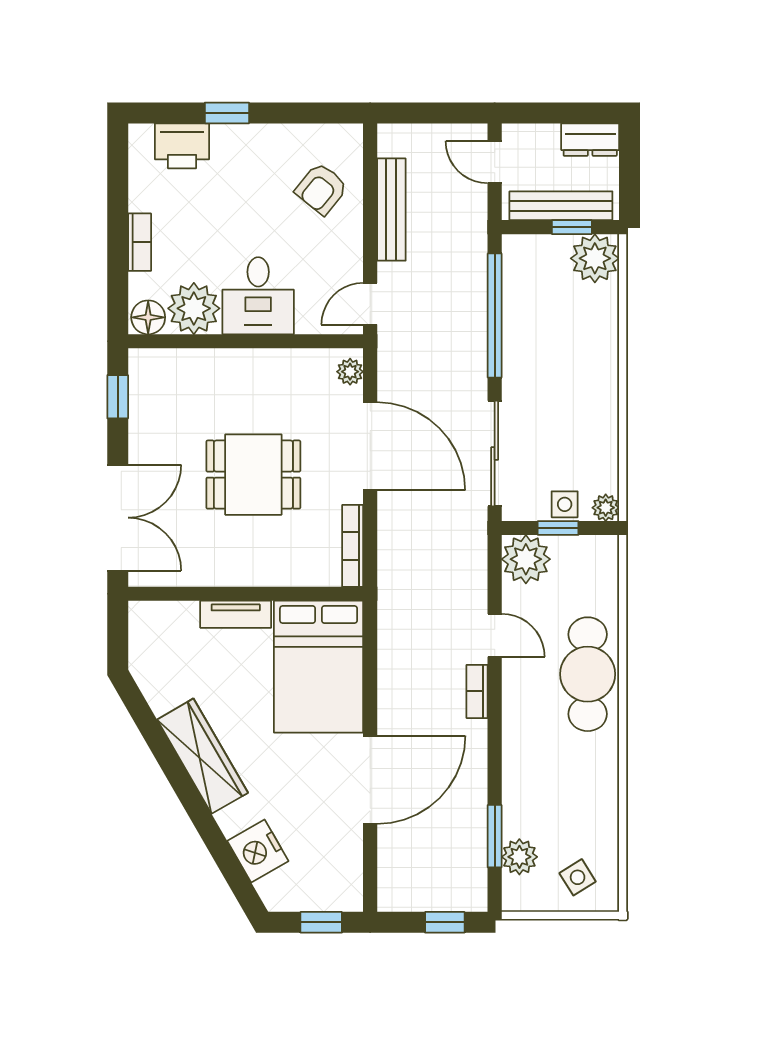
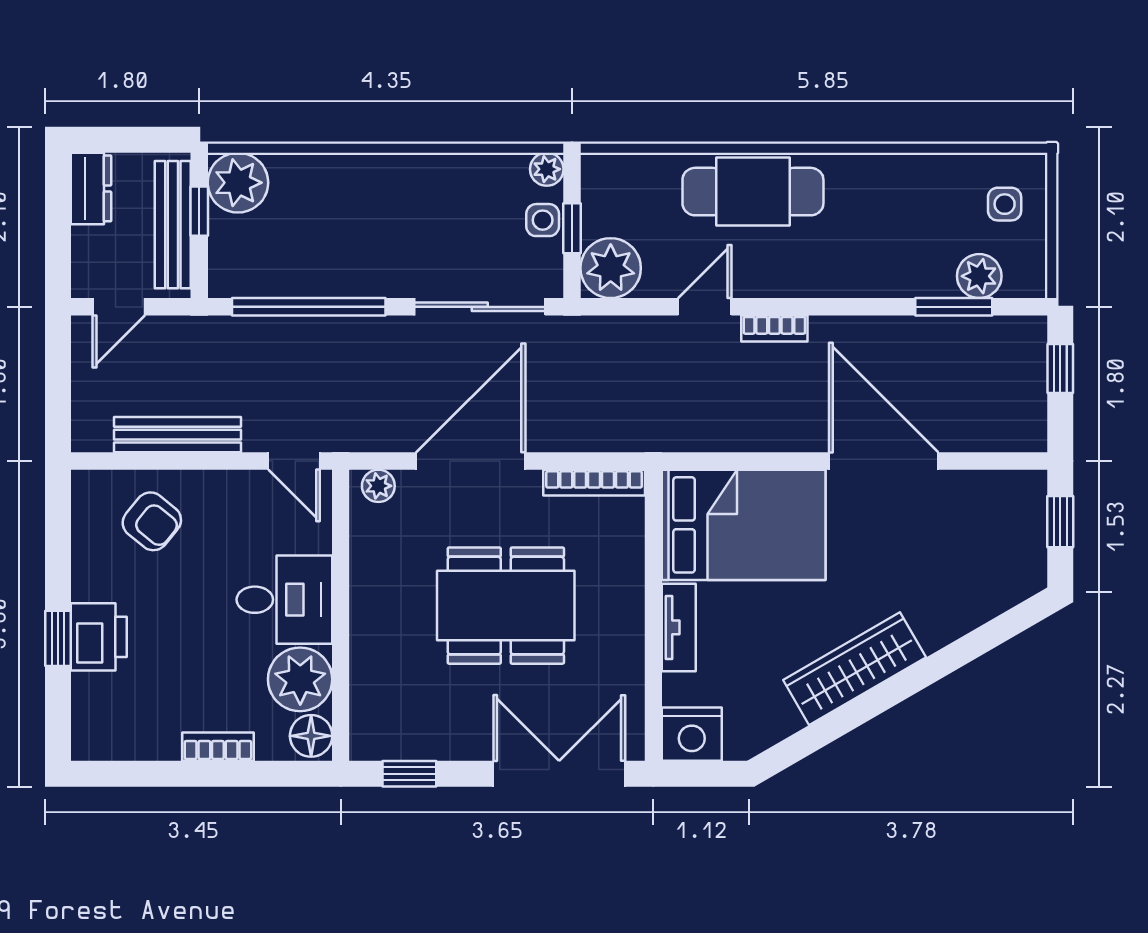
printer: (182, 146) -> (99, 637), moved
dining table: (253, 475) -> (506, 606), width x1.38
nightstand: (258, 851) -> (692, 734), moved, turned 30
side table: (578, 877) -> (1005, 204), turned 32

